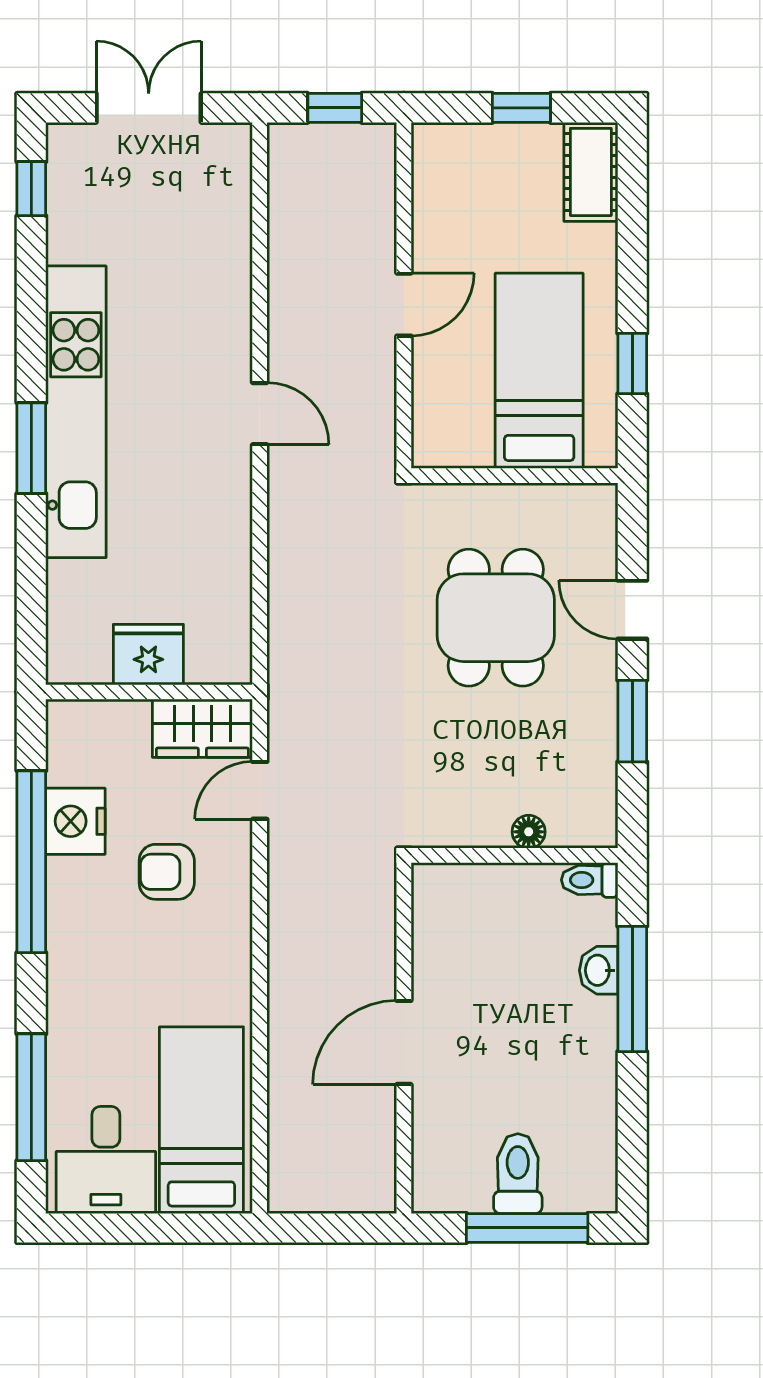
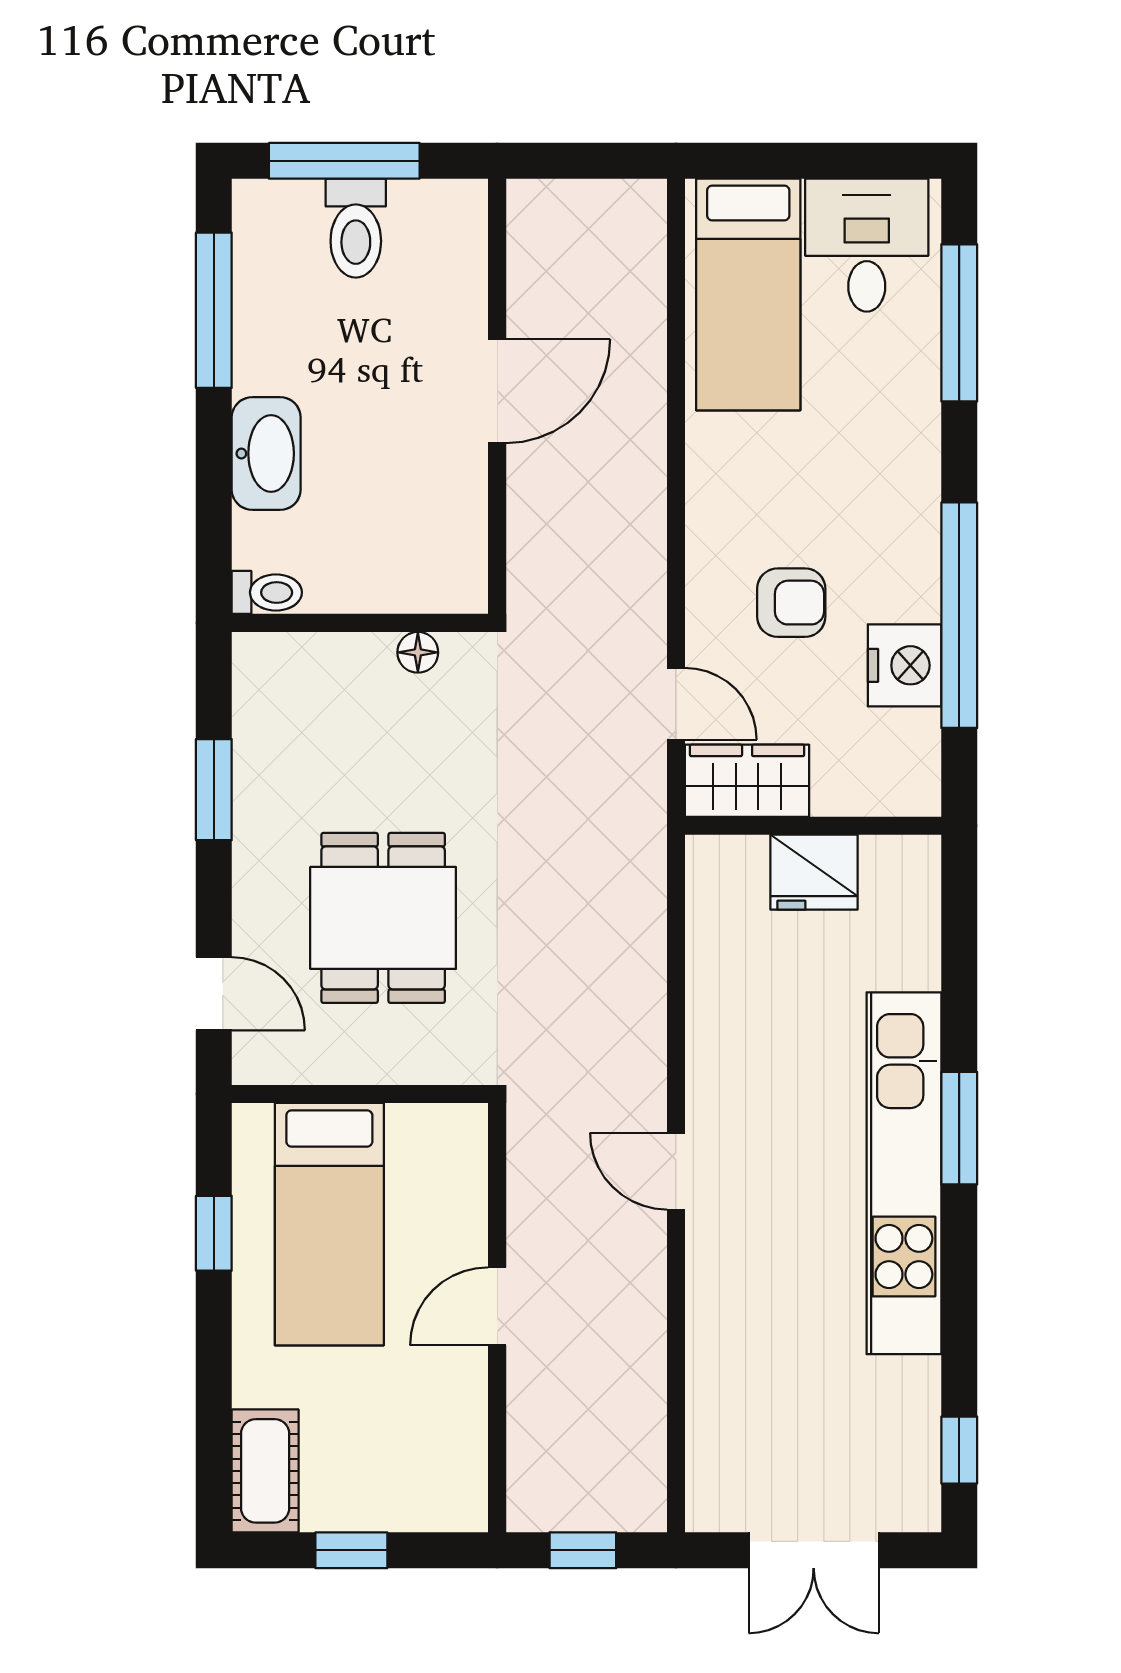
door: (632, 610) -> (214, 994), moved
door: (260, 790) -> (676, 704), hinge flipped
floor lamp: (529, 832) -> (418, 652), moved
washbasin: (599, 970) -> (266, 454), width x1.91, depth x1.45
window: (632, 989) -> (214, 310), moved

